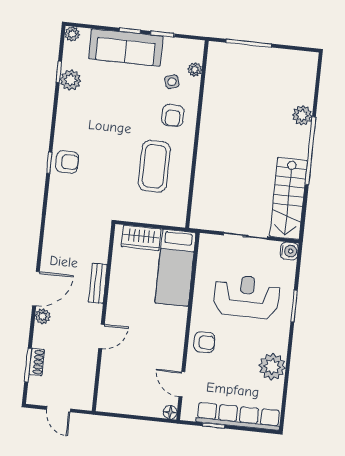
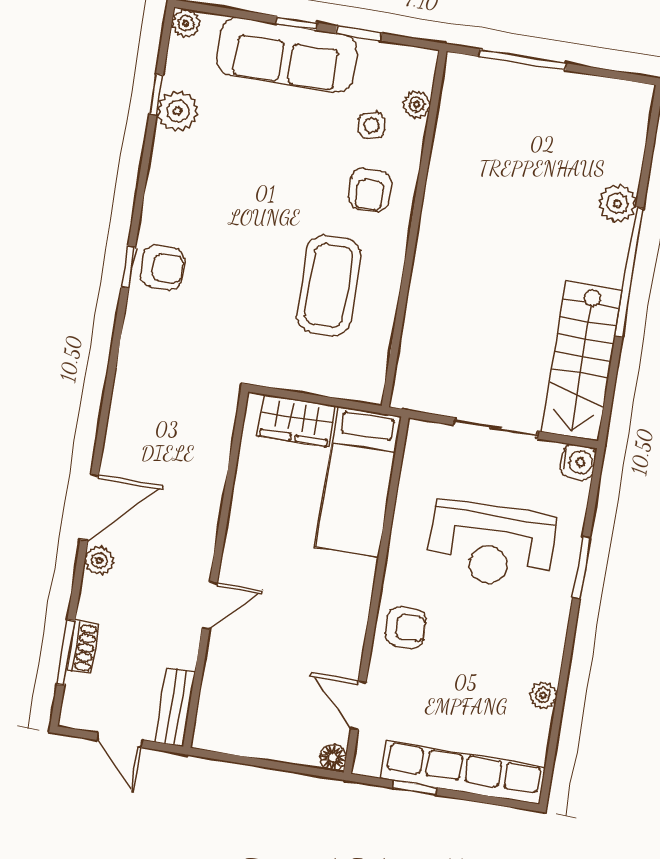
bench: (98, 283) -> (175, 707), moved
reception desk: (246, 297) -> (491, 545), turned 180
plant: (272, 367) -> (543, 695), width x0.53, depth x0.53

